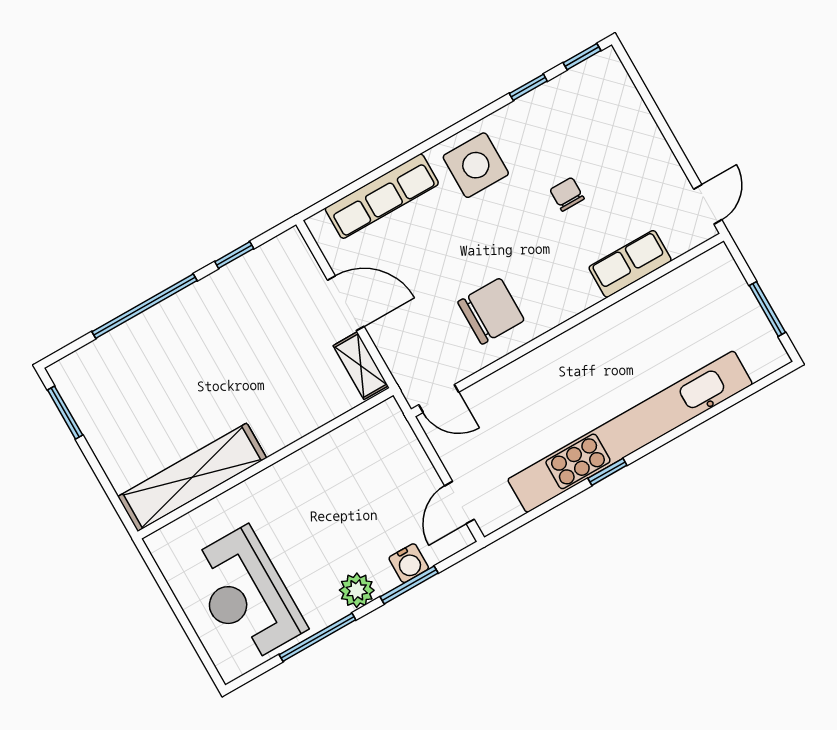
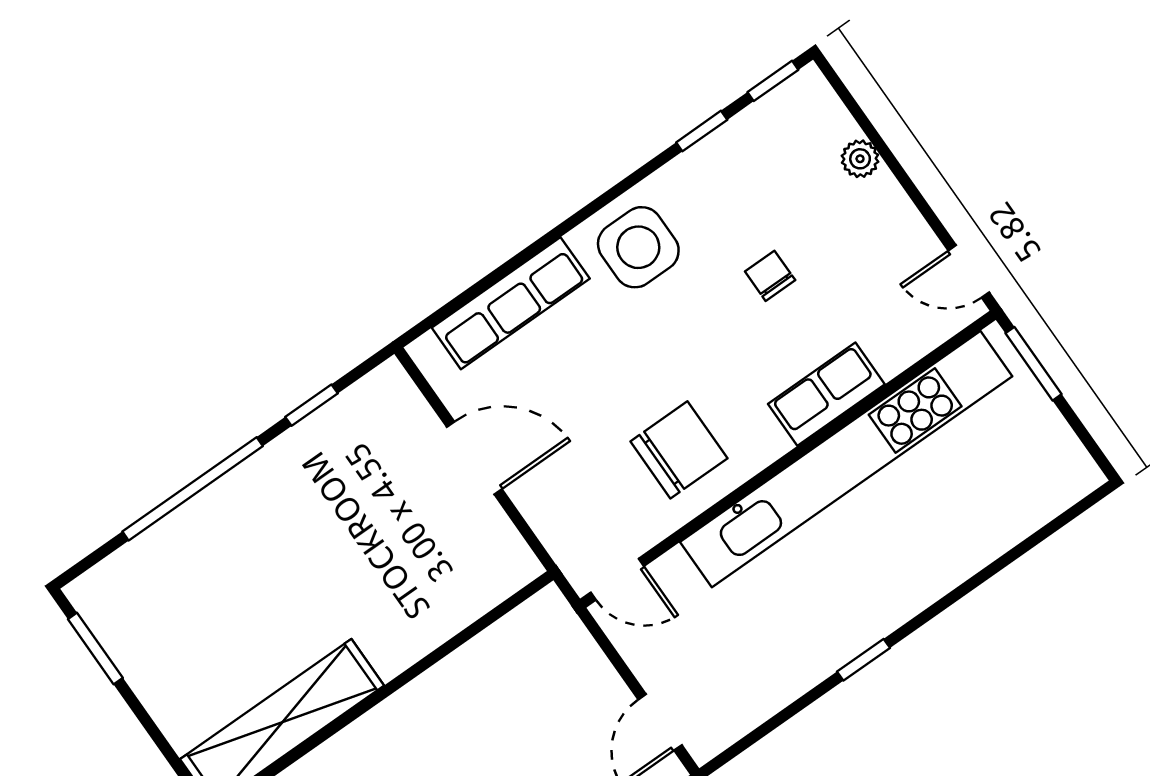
plant: (638, 117) -> (860, 159), added
door: (708, 204) -> (969, 271), swing flipped
row of seats: (630, 264) -> (826, 394), moved
window: (767, 309) -> (1034, 364), moved
shelving: (361, 366) -> (503, 544), removed
kitchen unit: (630, 432) -> (846, 459), moved, turned 180

